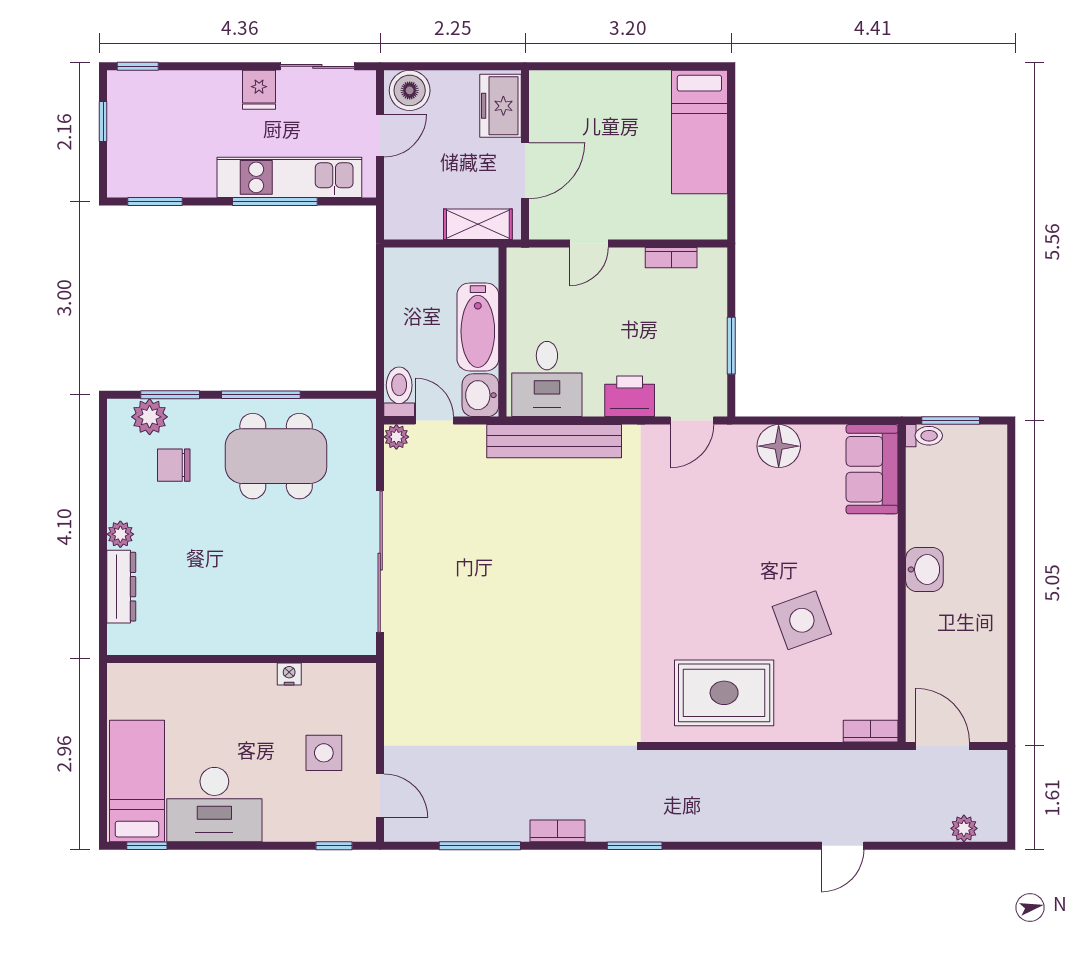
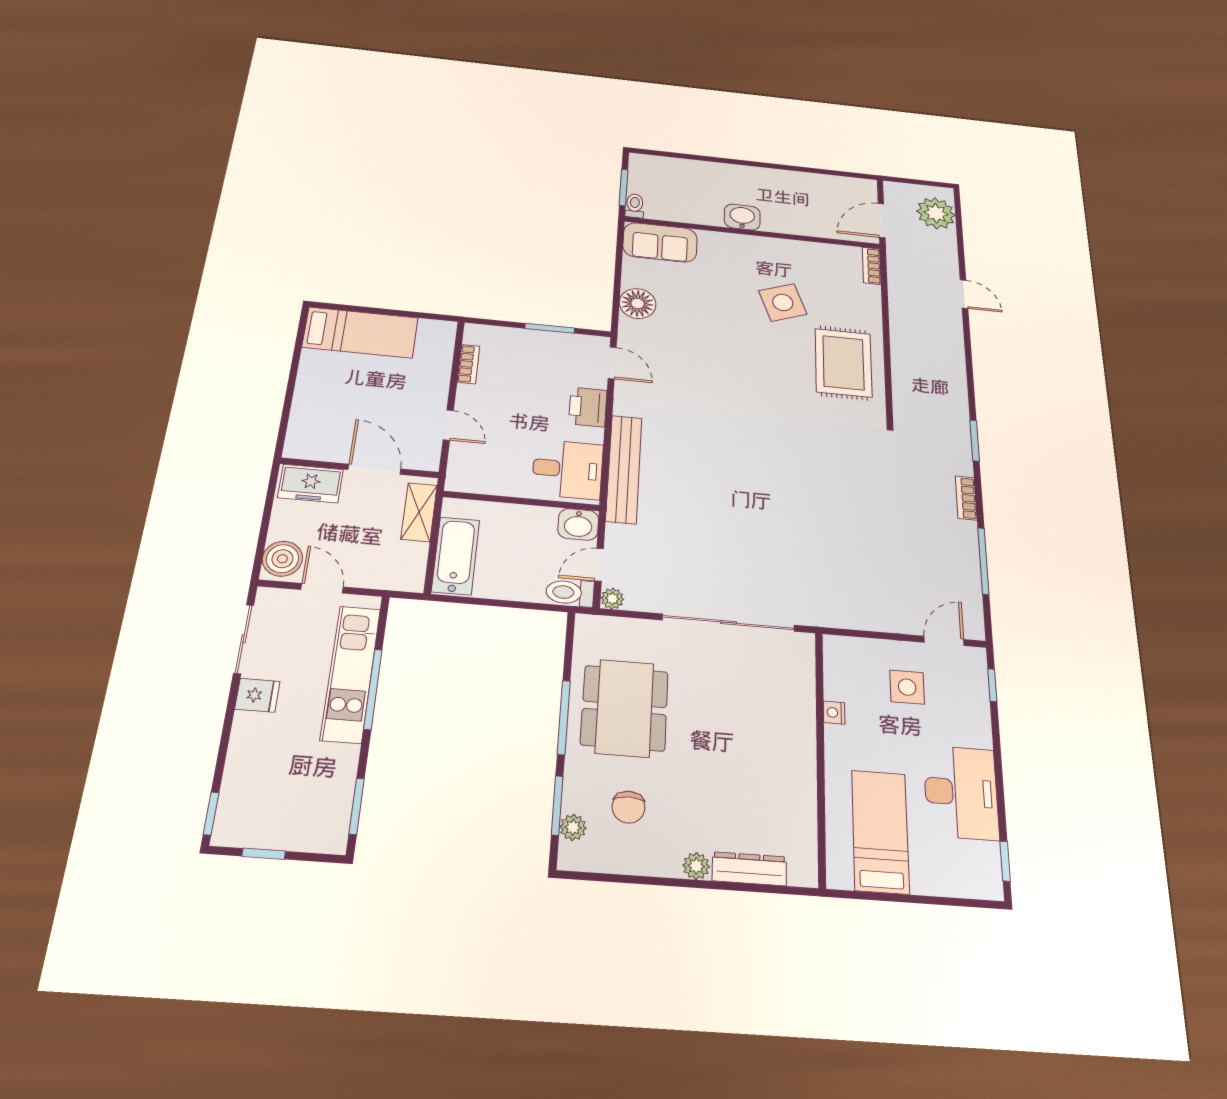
bathtub: (478, 327) -> (456, 556), moved, turned -90
plant: (150, 417) -> (573, 827), width x0.73, depth x0.73
bed: (137, 781) -> (880, 831), moved, turned 90
plant: (964, 828) -> (936, 213), width x1.87, depth x1.87

